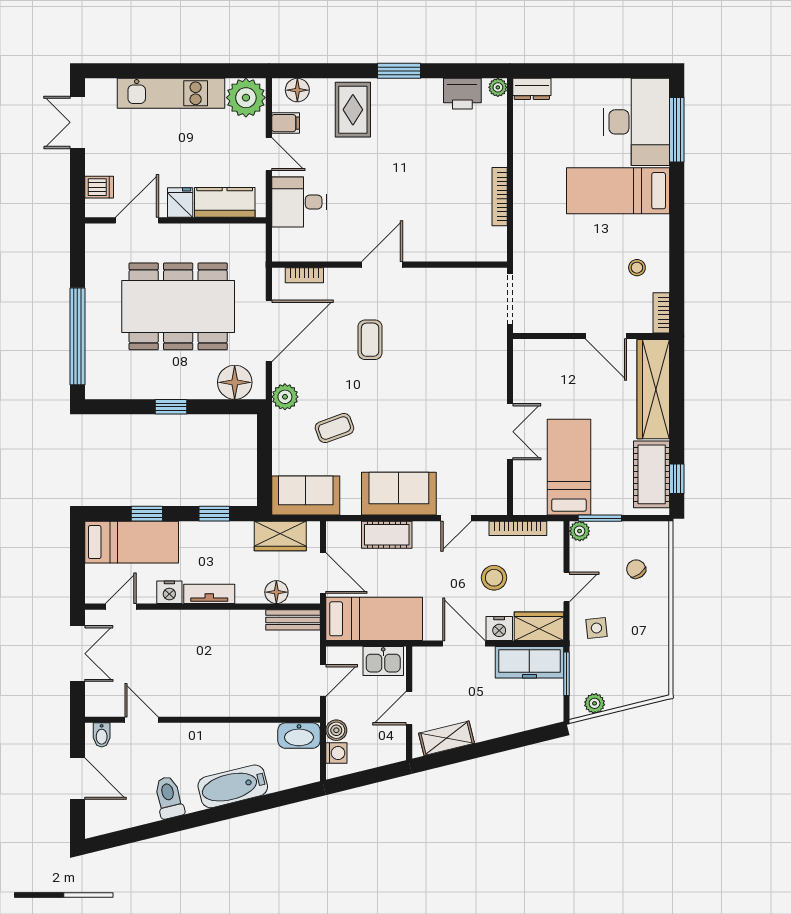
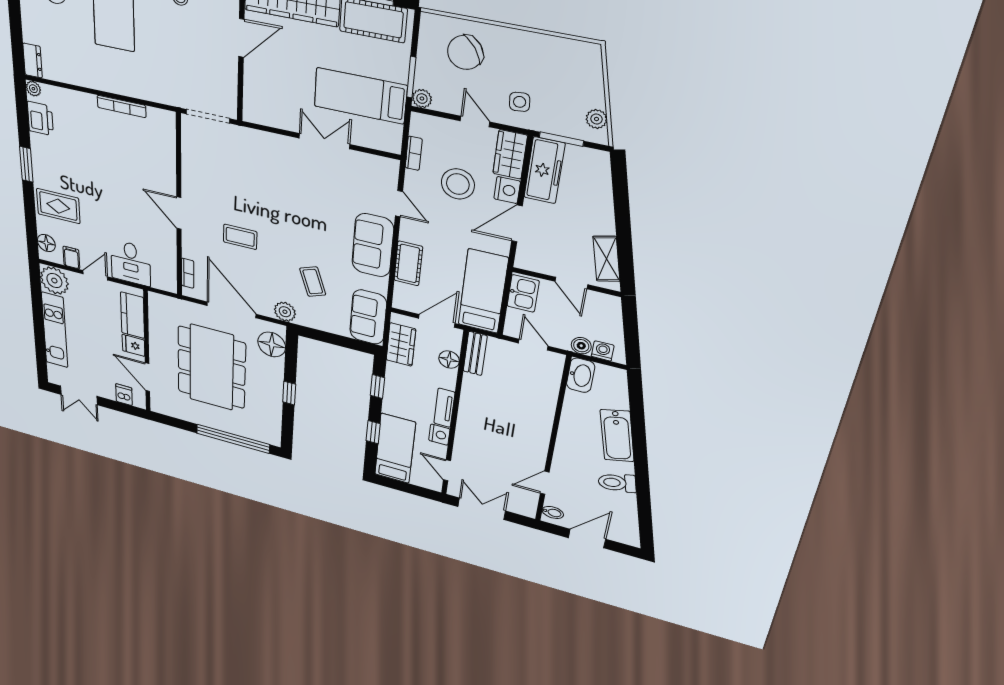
bookcase: (518, 528) -> (414, 153), width x0.64
chair: (636, 569) -> (465, 52), width x1.87, depth x1.87
stool: (494, 578) -> (458, 184), width x1.38, depth x1.38

